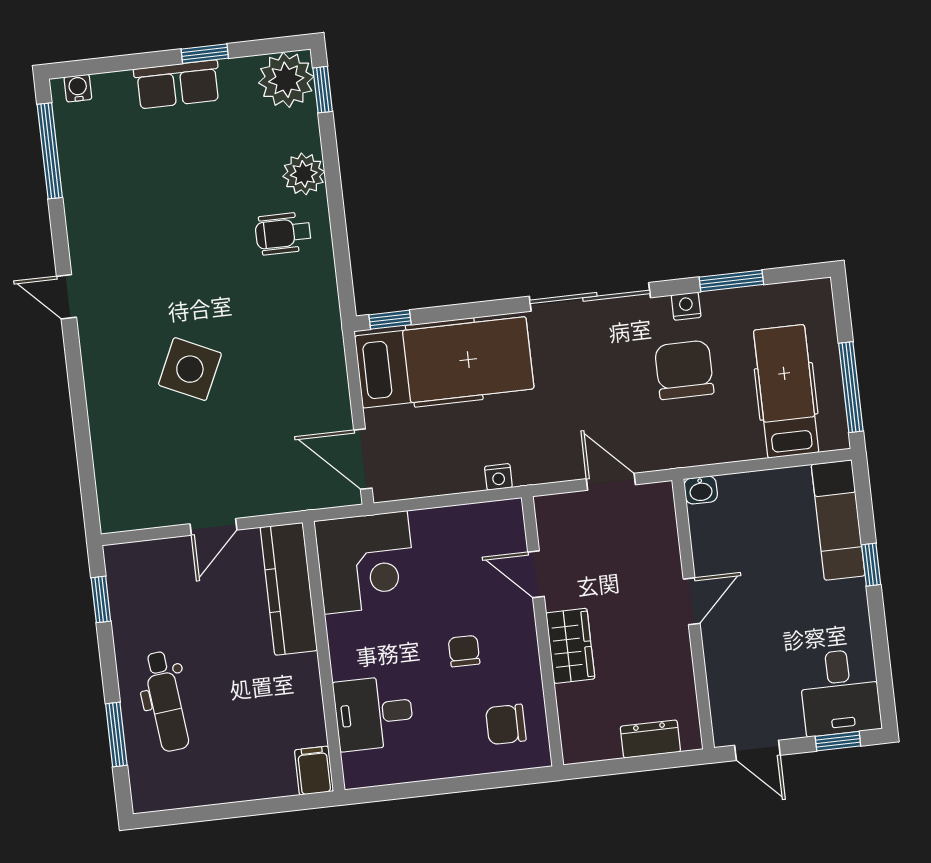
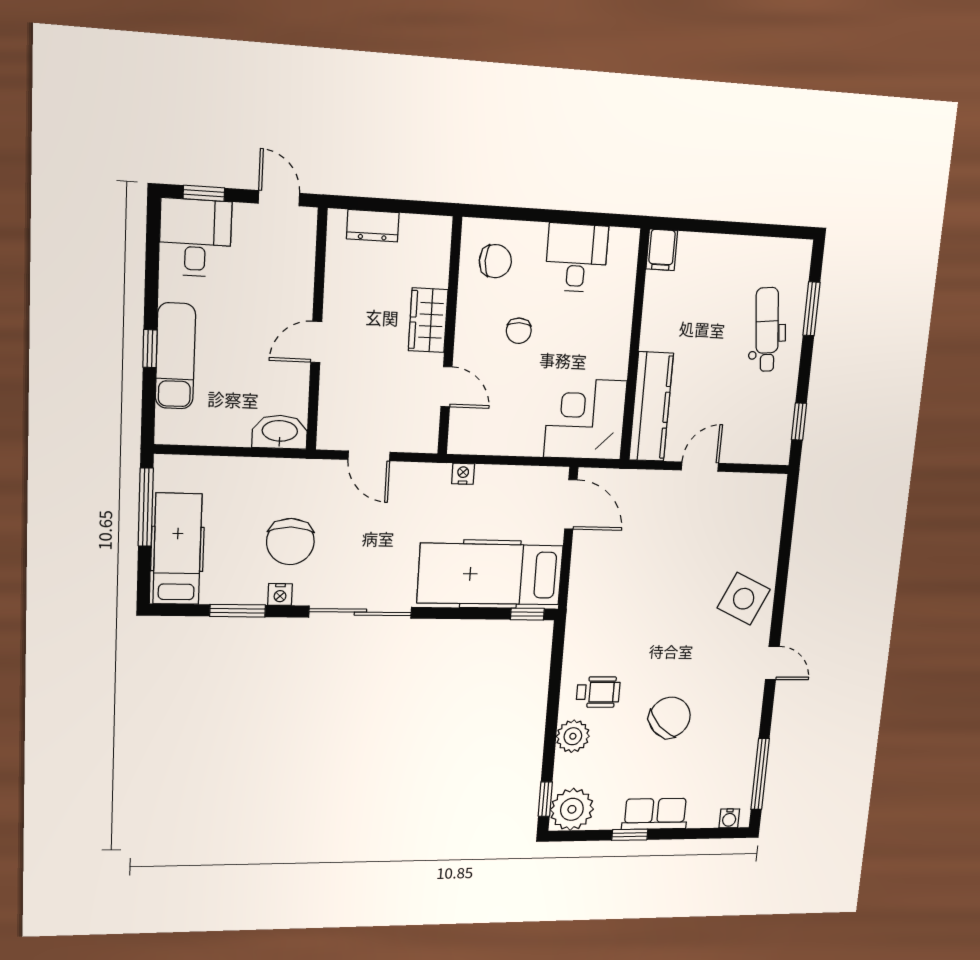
chair: (185, 212) -> (670, 717), added
side table: (190, 369) -> (744, 599), moved
hospital bed: (786, 391) -> (177, 549), moved, turned 180
washbasin: (701, 490) -> (280, 432), width x1.91, depth x1.45
exam couch: (838, 520) -> (175, 356), moved
desk: (374, 713) -> (577, 258), moved, turned -90

